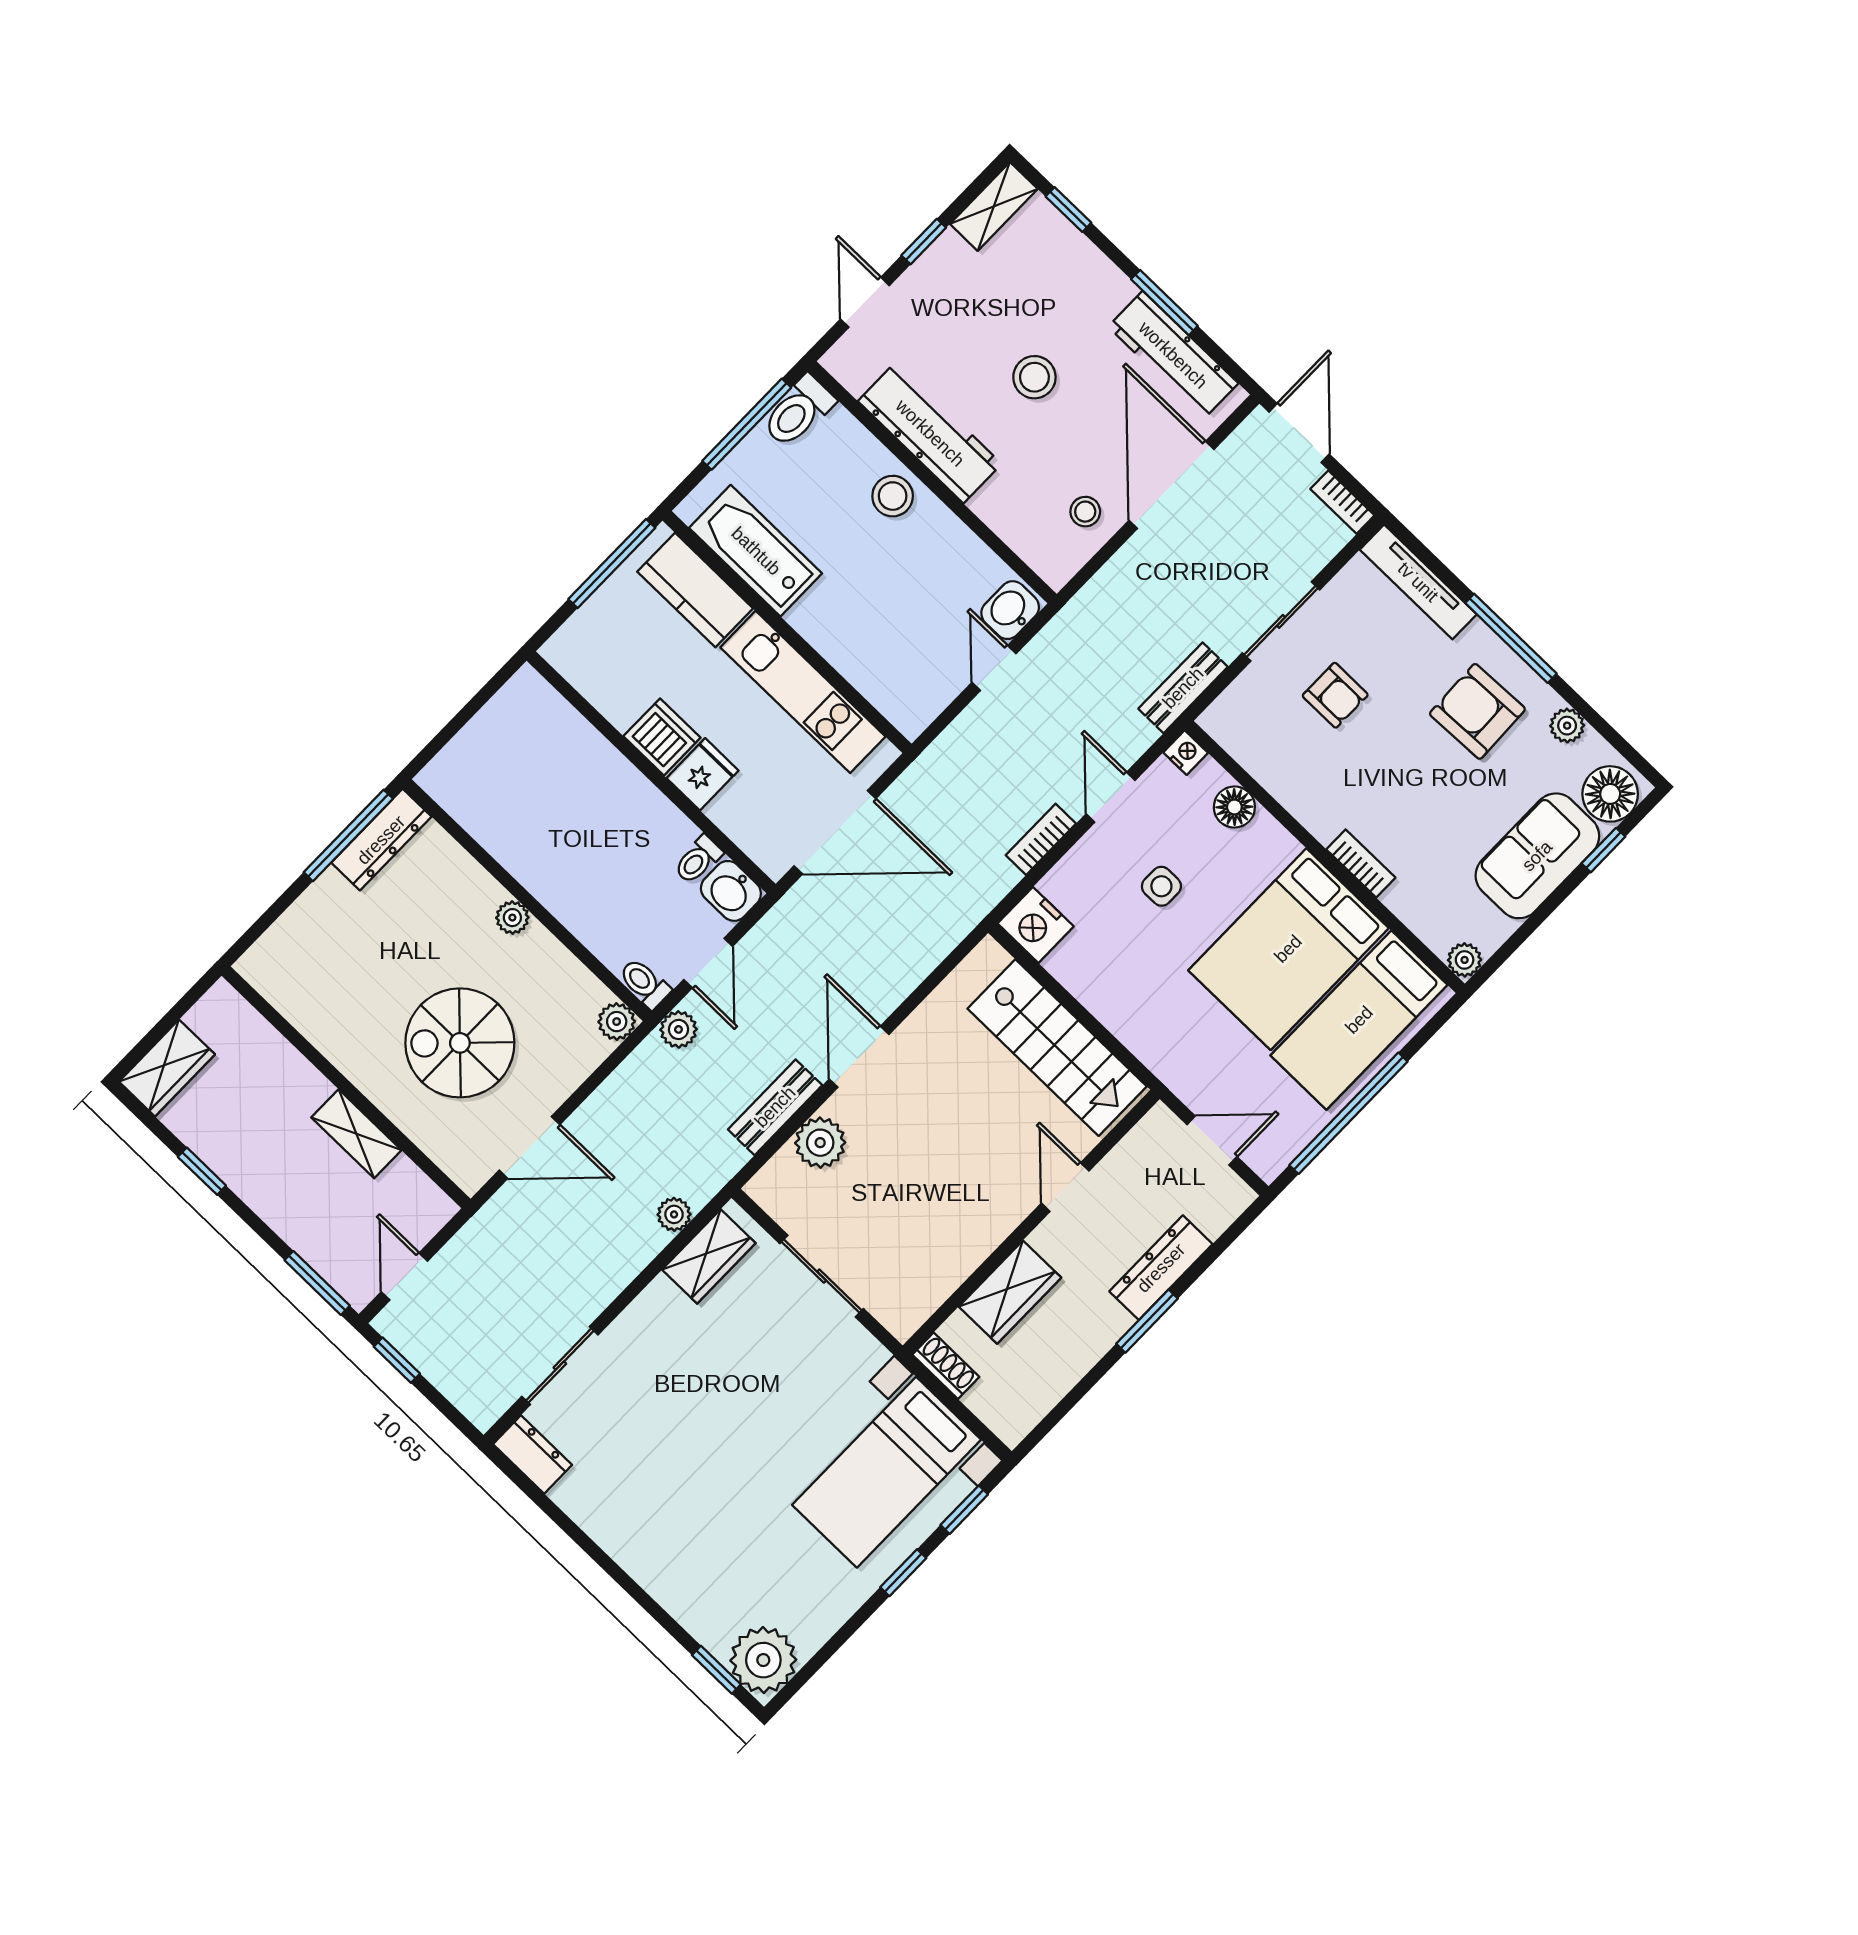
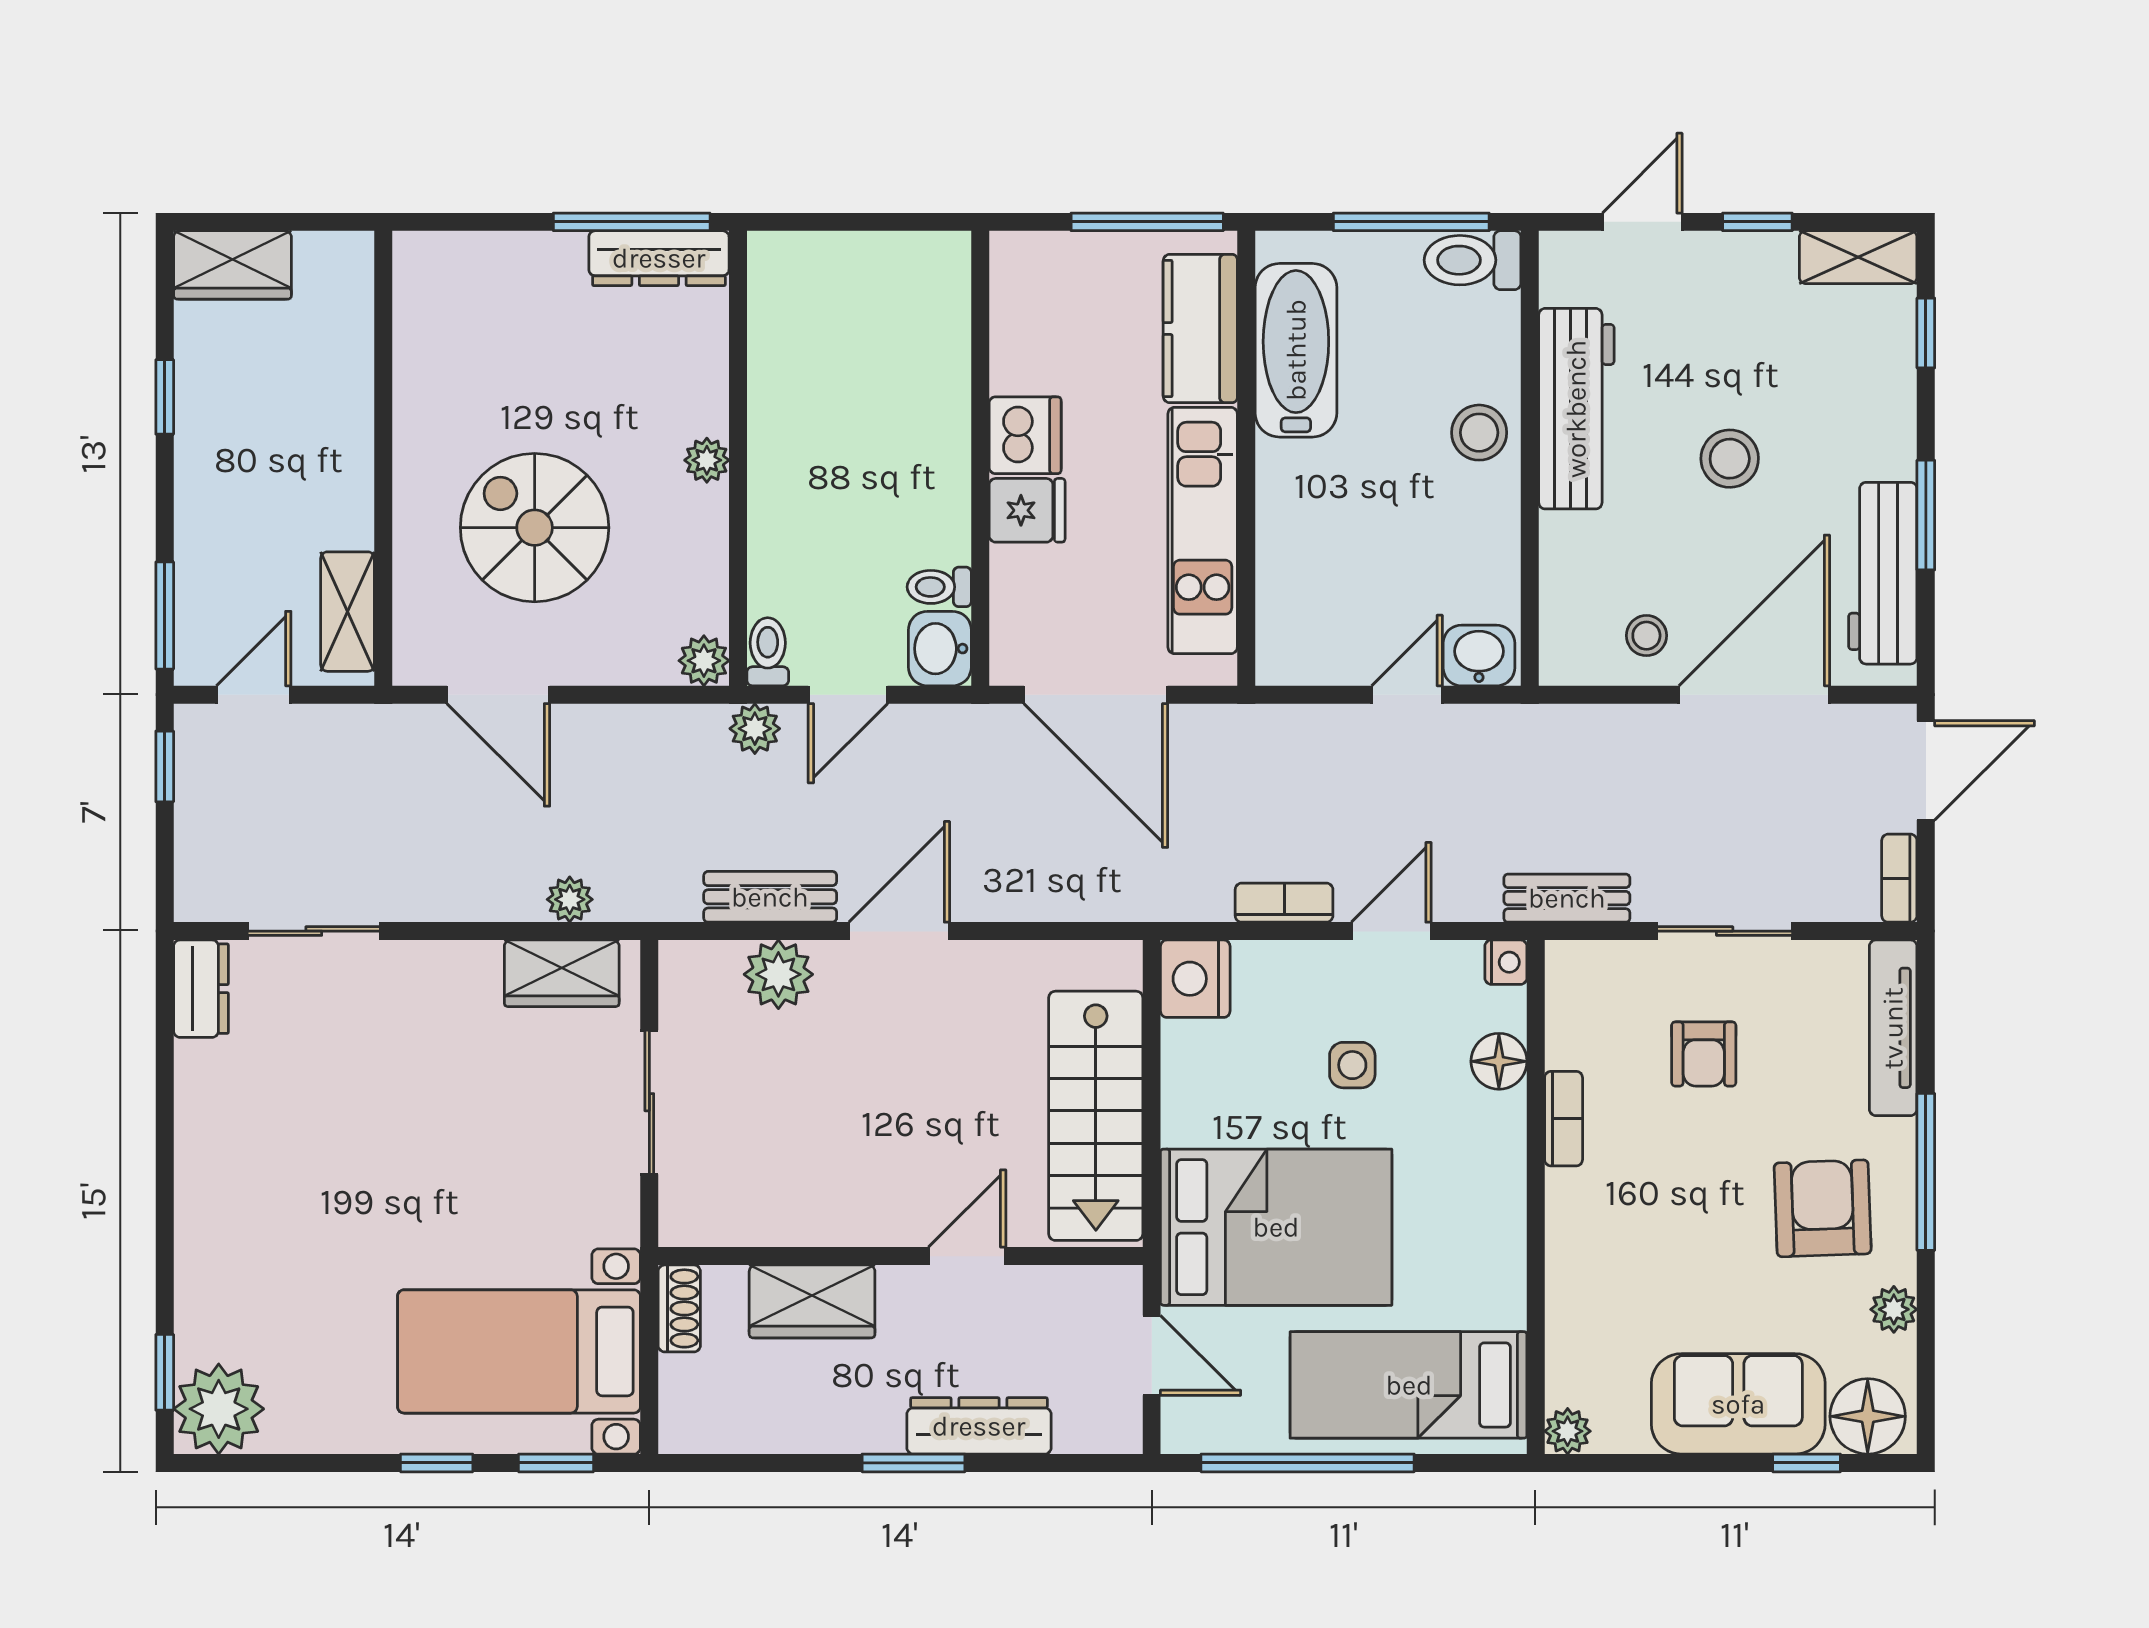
bookcase: (1361, 863) -> (1564, 1119), moved
bed: (1288, 949) -> (1276, 1227), moved, turned 180
shelving: (356, 1134) -> (348, 612), moved

